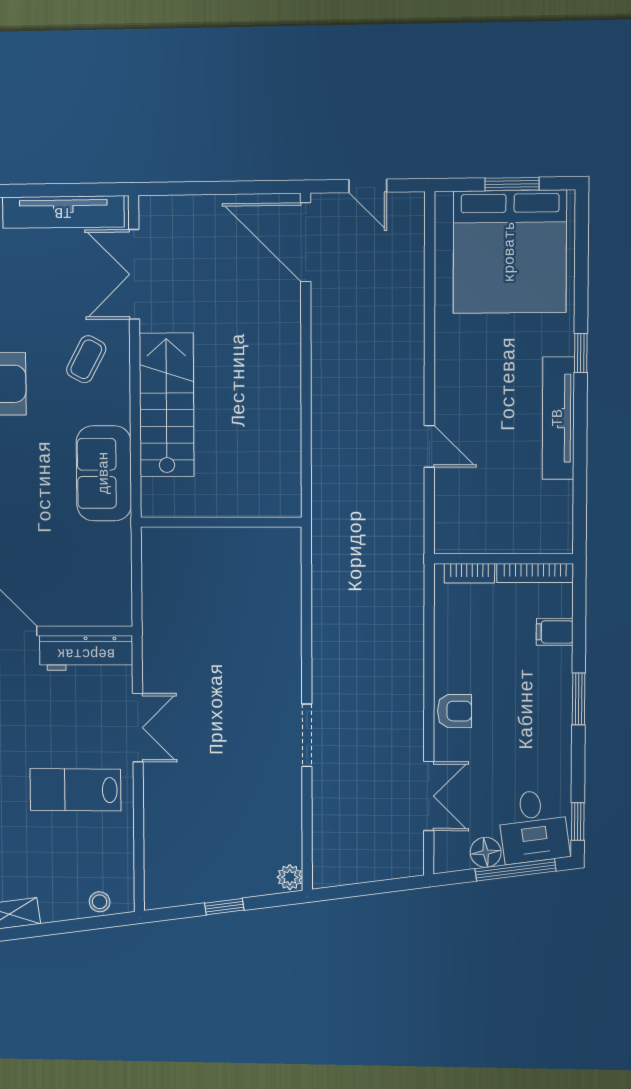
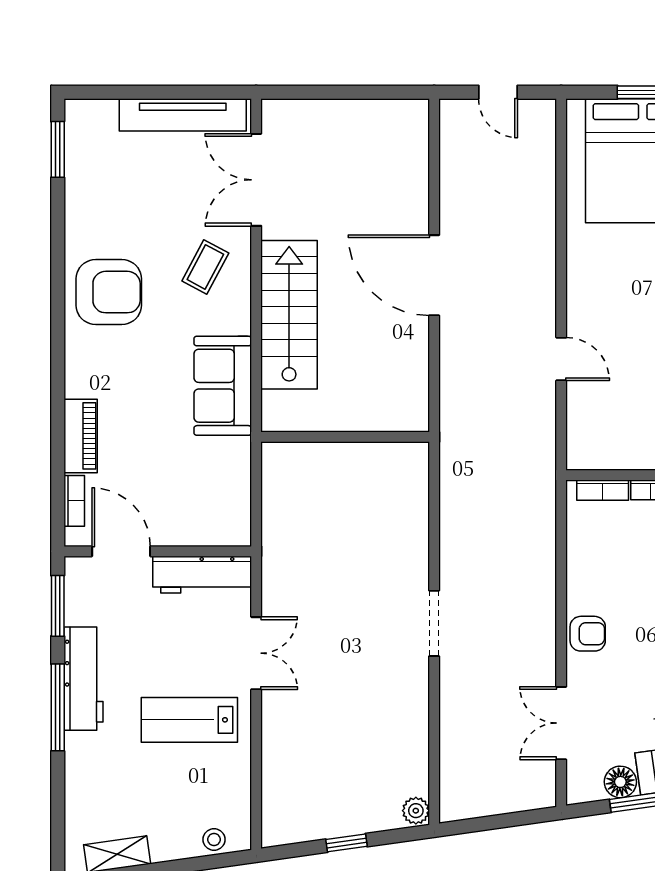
door: (306, 242) -> (434, 275), moved
doorway: (307, 735) -> (434, 623), moved
double door: (429, 796) -> (561, 723), swing flipped

